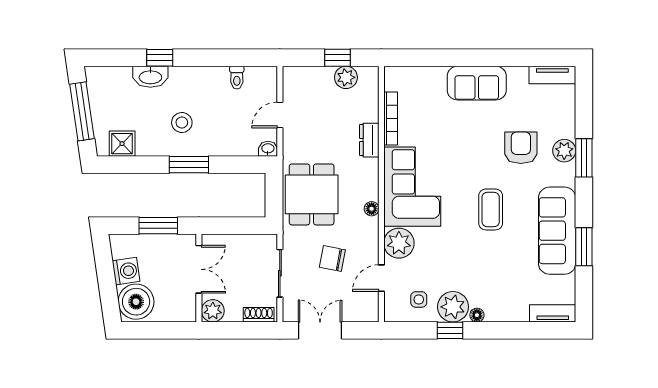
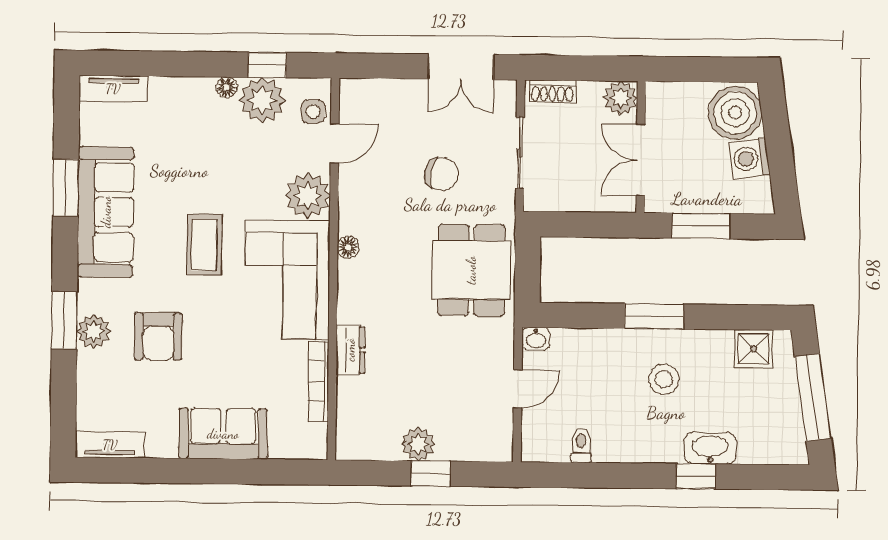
bookcase: (391, 119) -> (318, 382), moved
dresser: (369, 140) -> (350, 350), moved
corner sofa: (412, 187) -> (287, 280), moved
wall: (381, 194) -> (333, 269), moved
floor lamp: (372, 209) -> (348, 247), moved
plant: (399, 243) -> (308, 196), moved
door: (381, 278) -> (335, 144), moved

